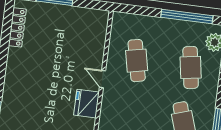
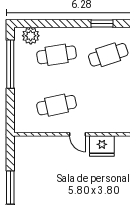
door: (102, 79) -> (78, 134), hinge flipped

